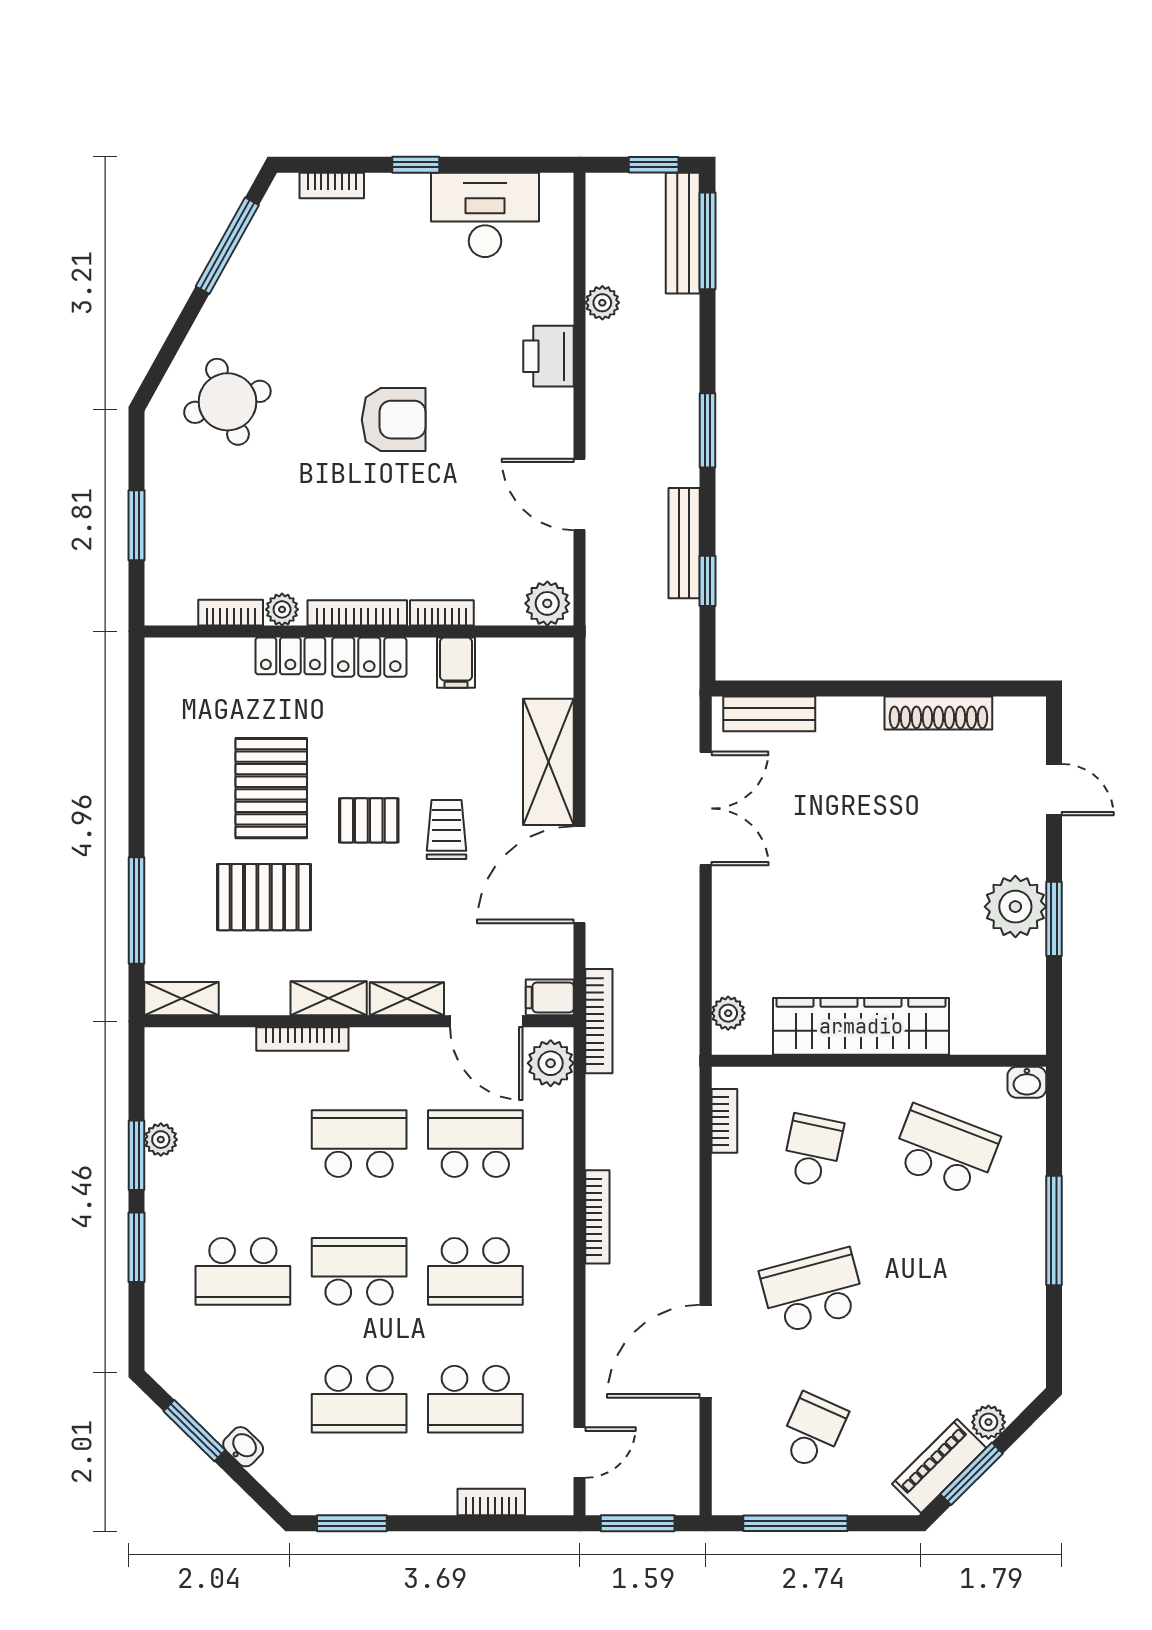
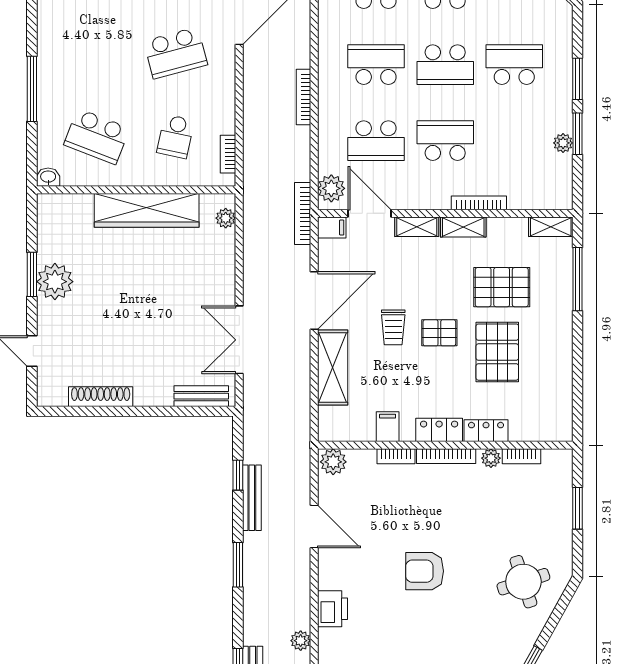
school desk: (359, 1144) -> (445, 141), turned 180

